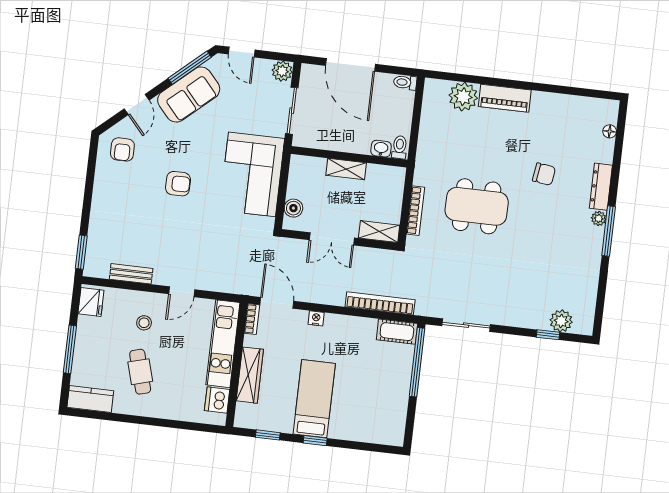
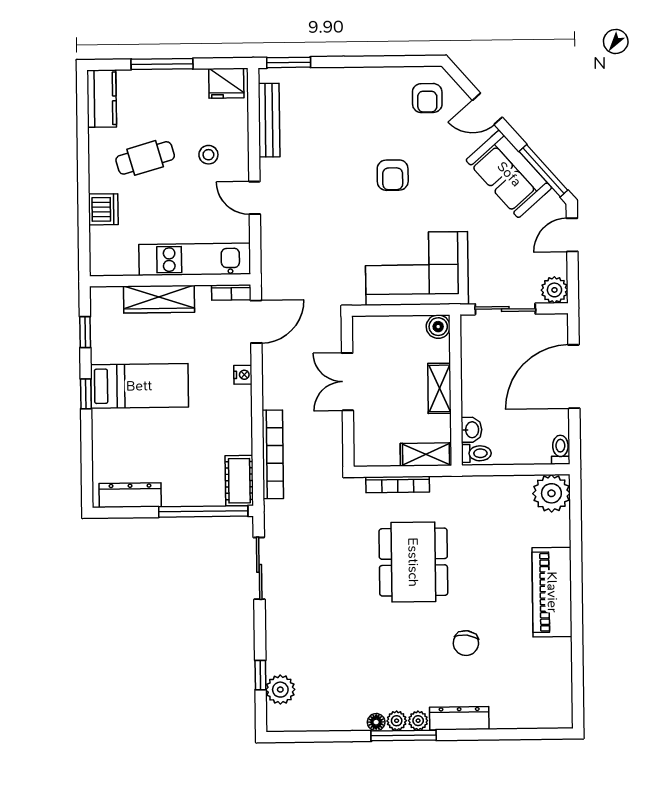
plant: (463, 97) -> (551, 493), moved
piano: (505, 98) -> (552, 592), width x1.37, depth x1.33
floor lamp: (610, 131) -> (376, 722), moved
armchair: (122, 149) -> (427, 98), turned -90
boiler: (293, 208) -> (438, 327), moved
shelving: (379, 232) -> (426, 454), moved, turned 90
plant: (597, 235) -> (397, 721), added
bench: (131, 274) -> (269, 120), width x1.36
dishwasher: (217, 400) -> (103, 209), moved, turned 90
dresser: (397, 417) -> (130, 495), added

